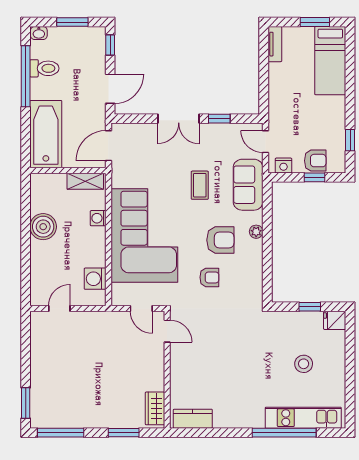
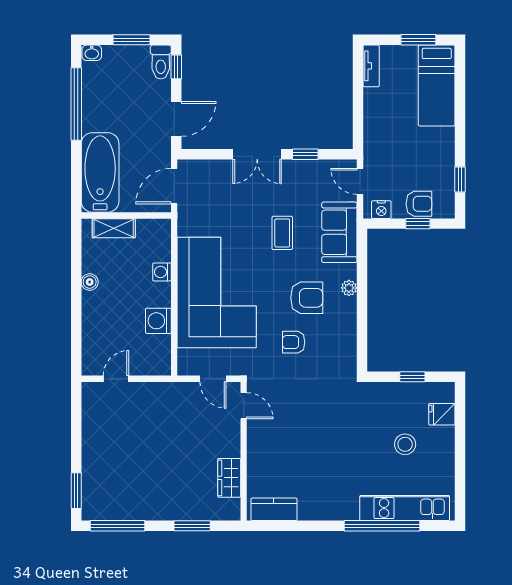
toilet: (44, 68) -> (161, 62), moved, turned 90
shelving: (85, 181) -> (114, 228), moved
boiler: (43, 227) -> (90, 282), width x0.54, depth x0.54
armchair: (209, 277) -> (294, 342), turned 180
washing machine: (95, 279) -> (158, 321), moved
fridge: (335, 320) -> (442, 414), moved
wardrobe: (155, 408) -> (229, 478), moved

